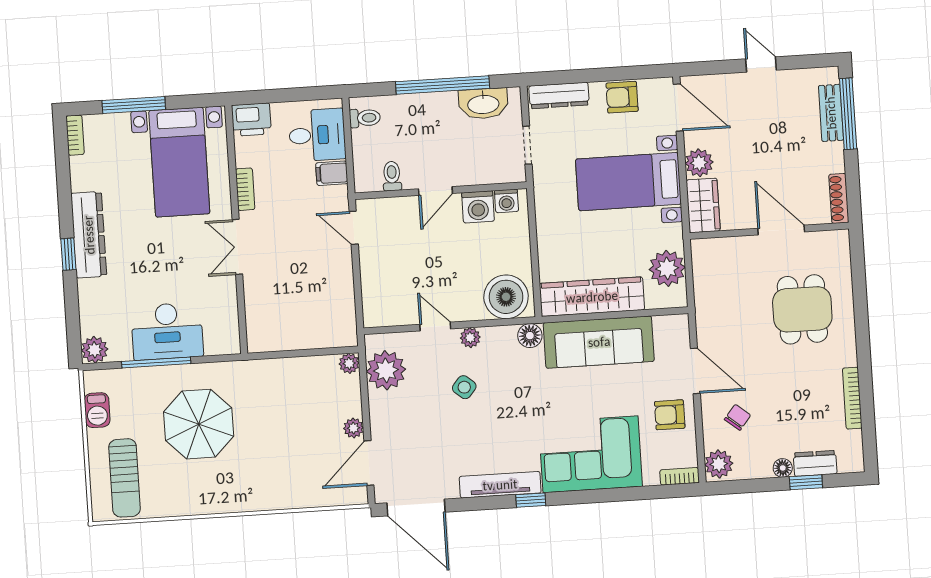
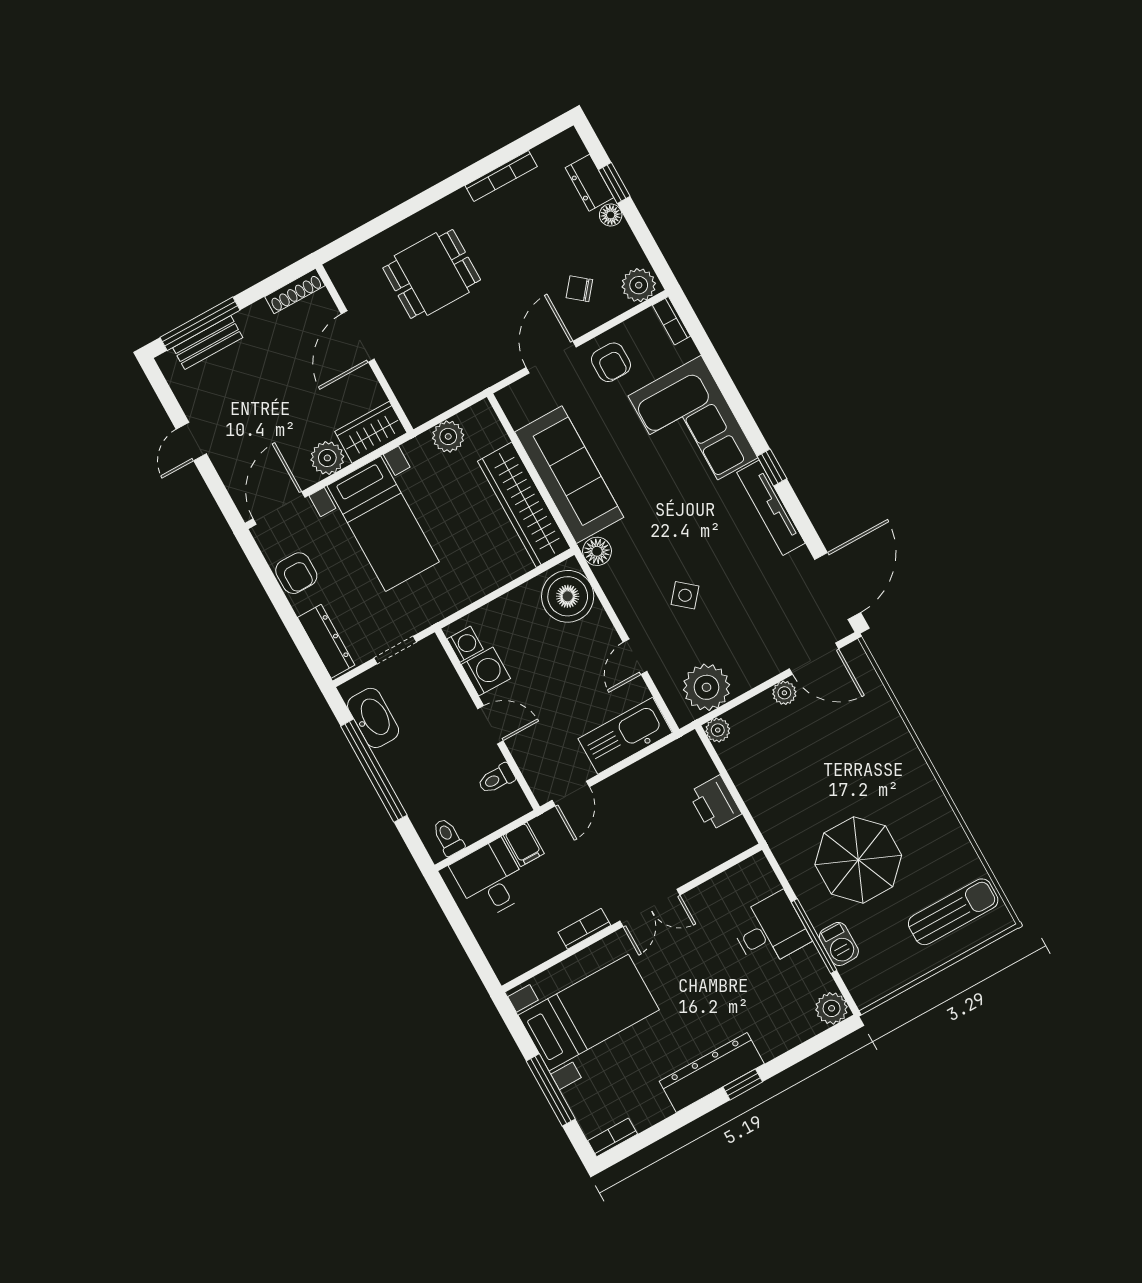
printer: (251, 120) -> (715, 803), moved, turned 180
plant: (667, 268) -> (448, 436), width x0.73, depth x0.73
kitchen sink: (378, 290) -> (625, 736), added
desk: (167, 331) -> (770, 931), width x0.73
plant: (470, 338) -> (629, 614), removed
barbecue: (97, 410) -> (839, 944), moved, turned 90

